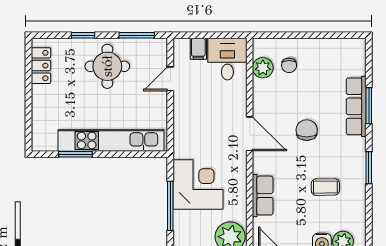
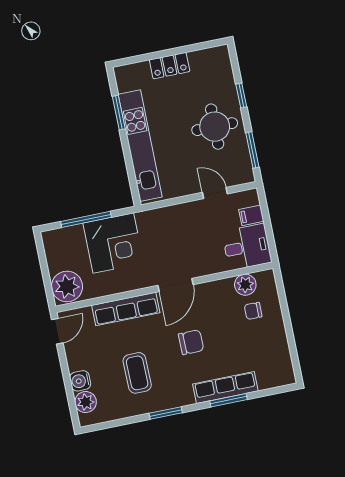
locker: (41, 66) -> (170, 66), moved
coffee table: (325, 187) -> (137, 373), width x1.36, depth x1.30
row of seats: (263, 196) -> (126, 309), width x1.48

